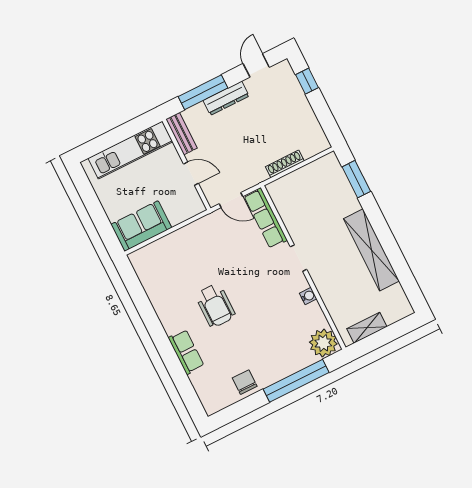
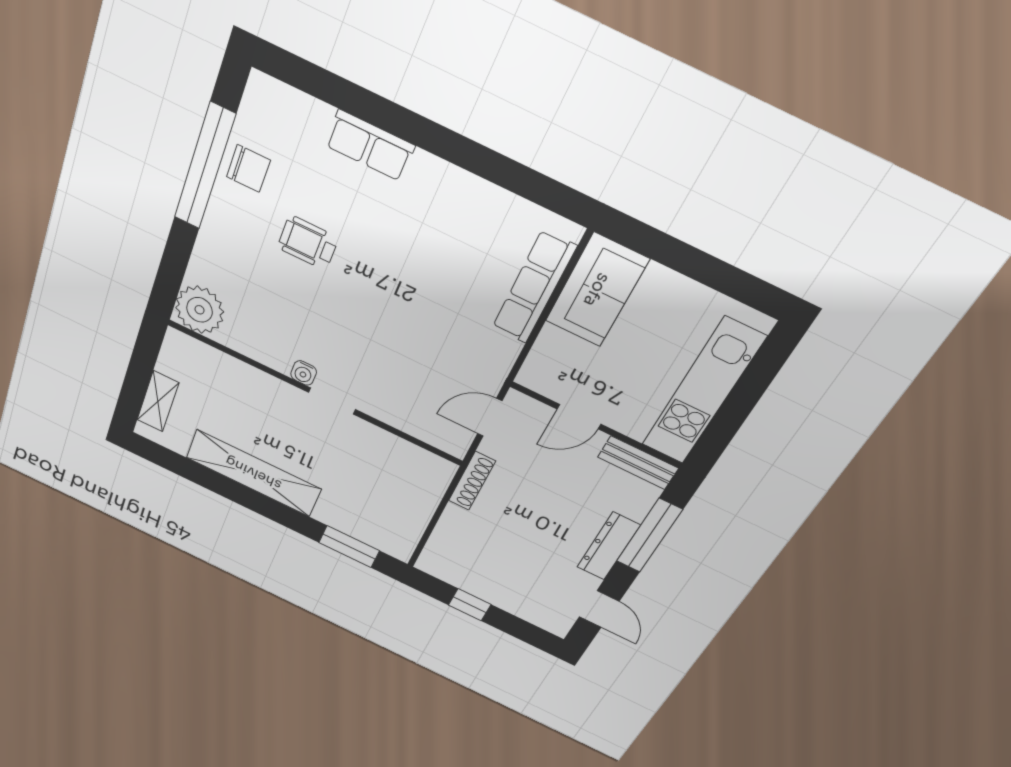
window: (307, 81) -> (470, 605), moved
shoe rack: (285, 164) -> (472, 481), moved
row of seats: (266, 218) -> (534, 287), moved, turned -90
water cooler: (308, 296) -> (304, 373), moved
wheelchair: (215, 305) -> (308, 243), moved, width x0.73, depth x0.73
shelving: (367, 328) -> (158, 401), moved
window: (296, 381) -> (205, 167), moved

